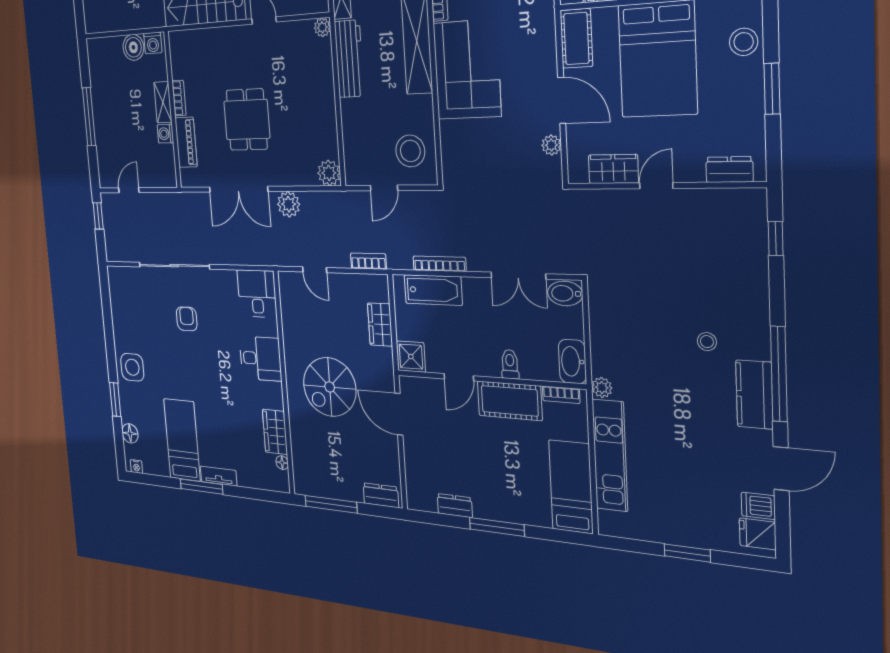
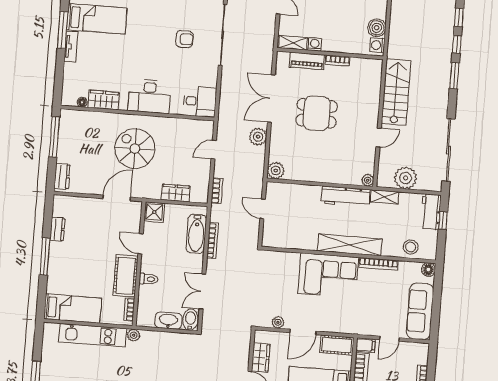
shelving: (163, 102) -> (293, 43), moved
stool: (410, 151) -> (284, 231), removed
desk: (260, 358) -> (149, 96), width x1.37
washbasin: (572, 361) -> (168, 321), moved

